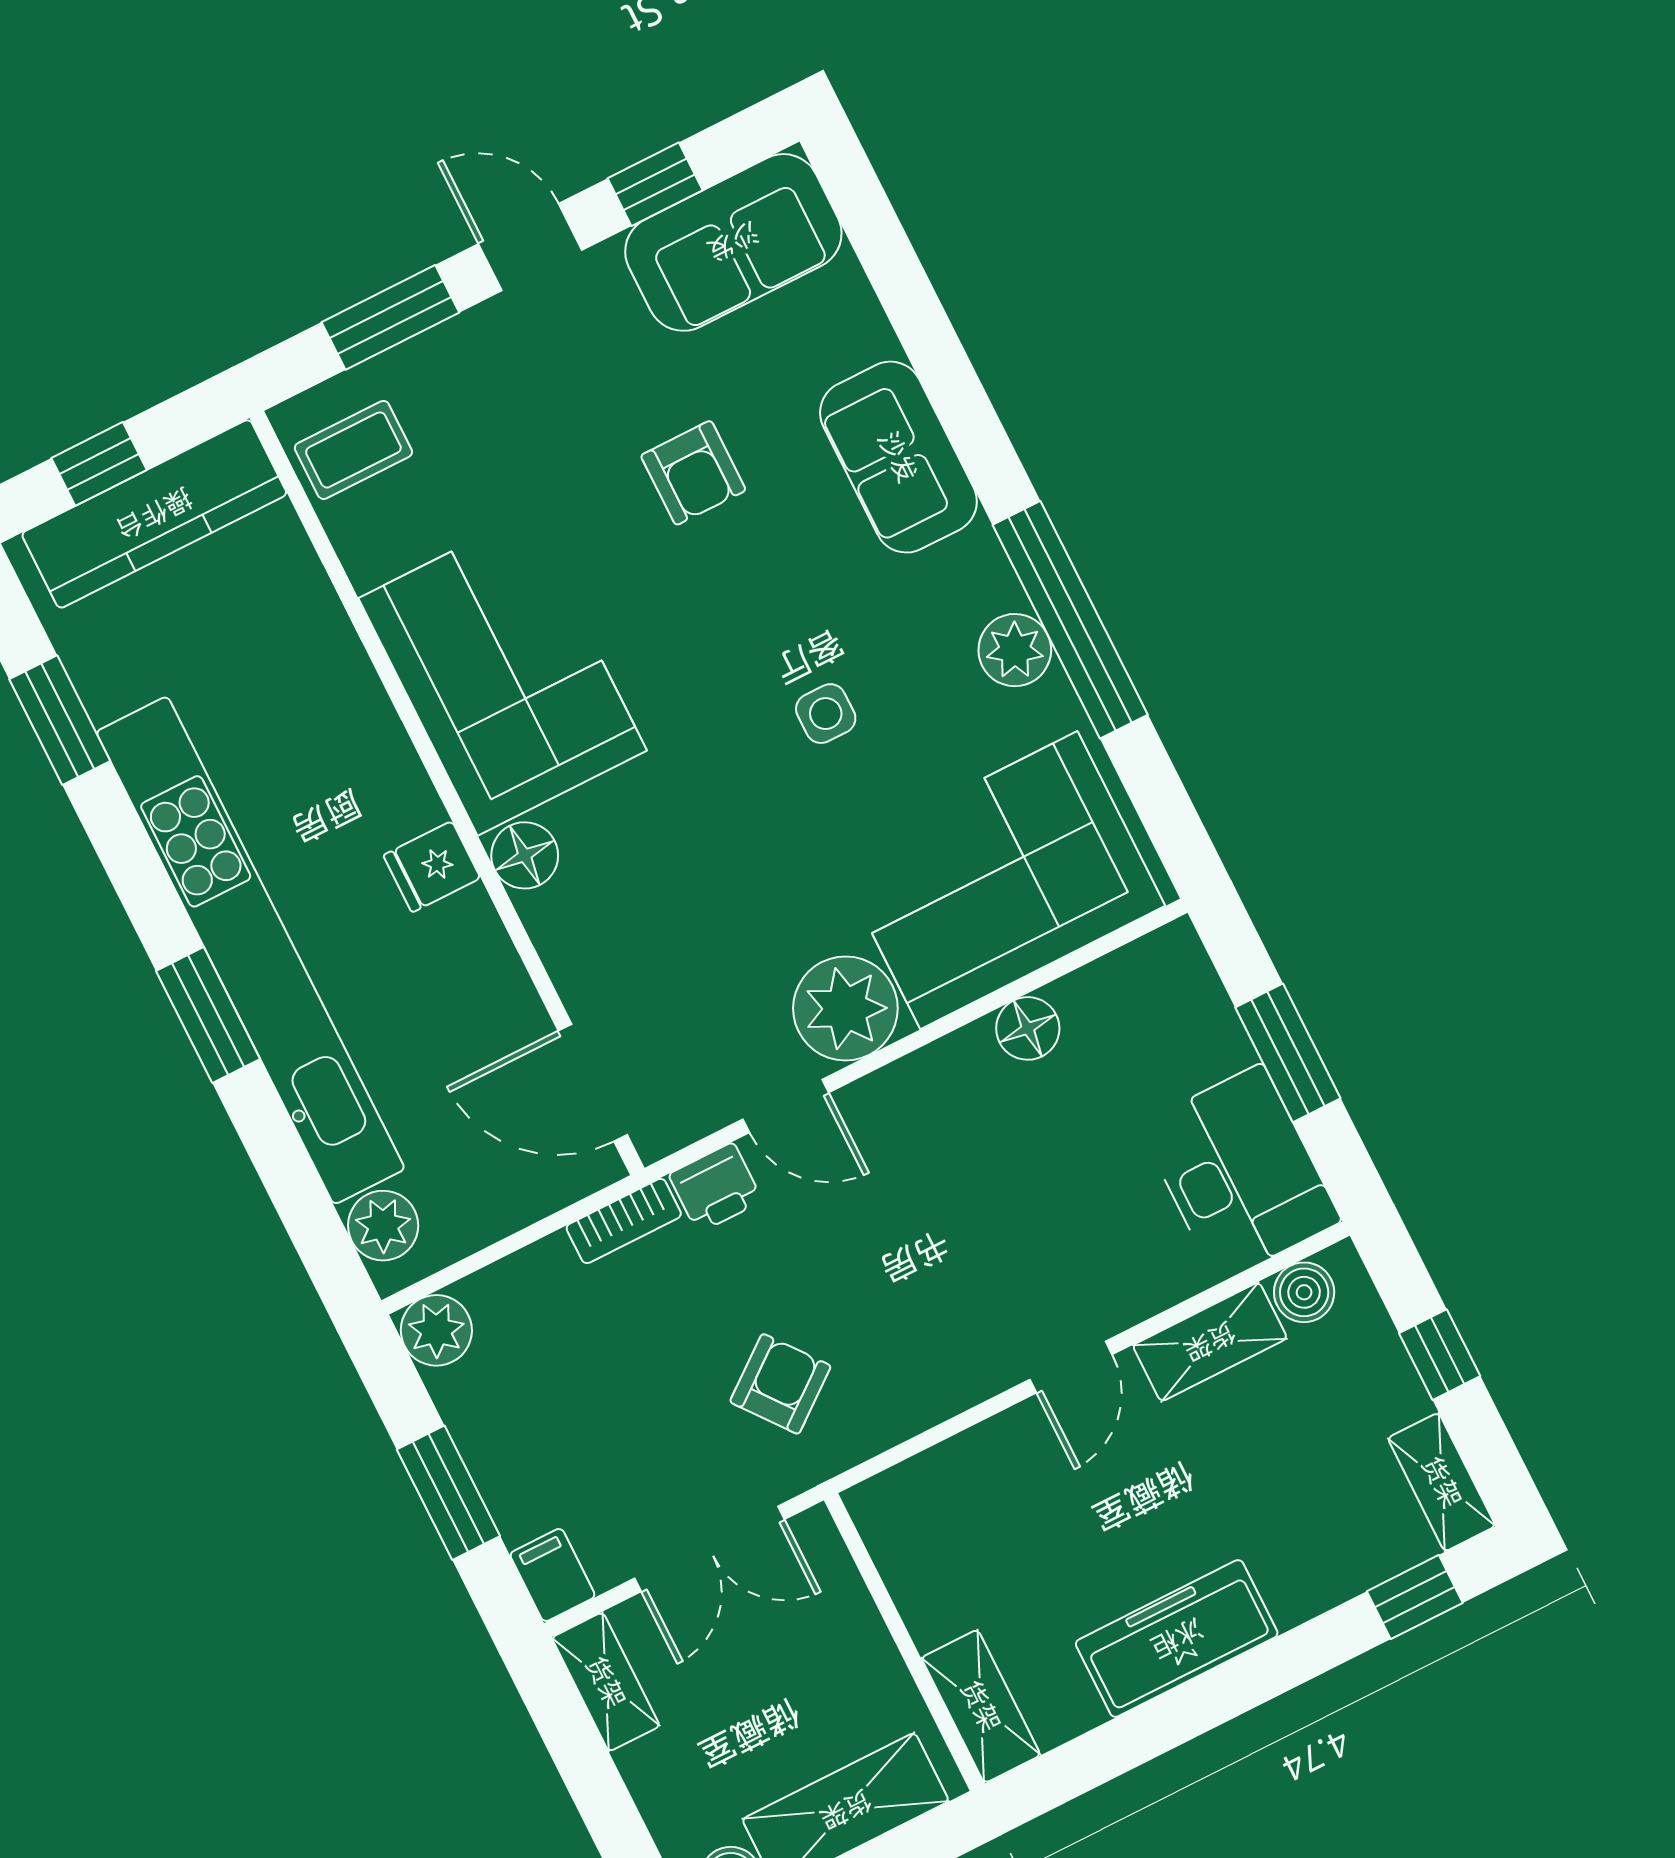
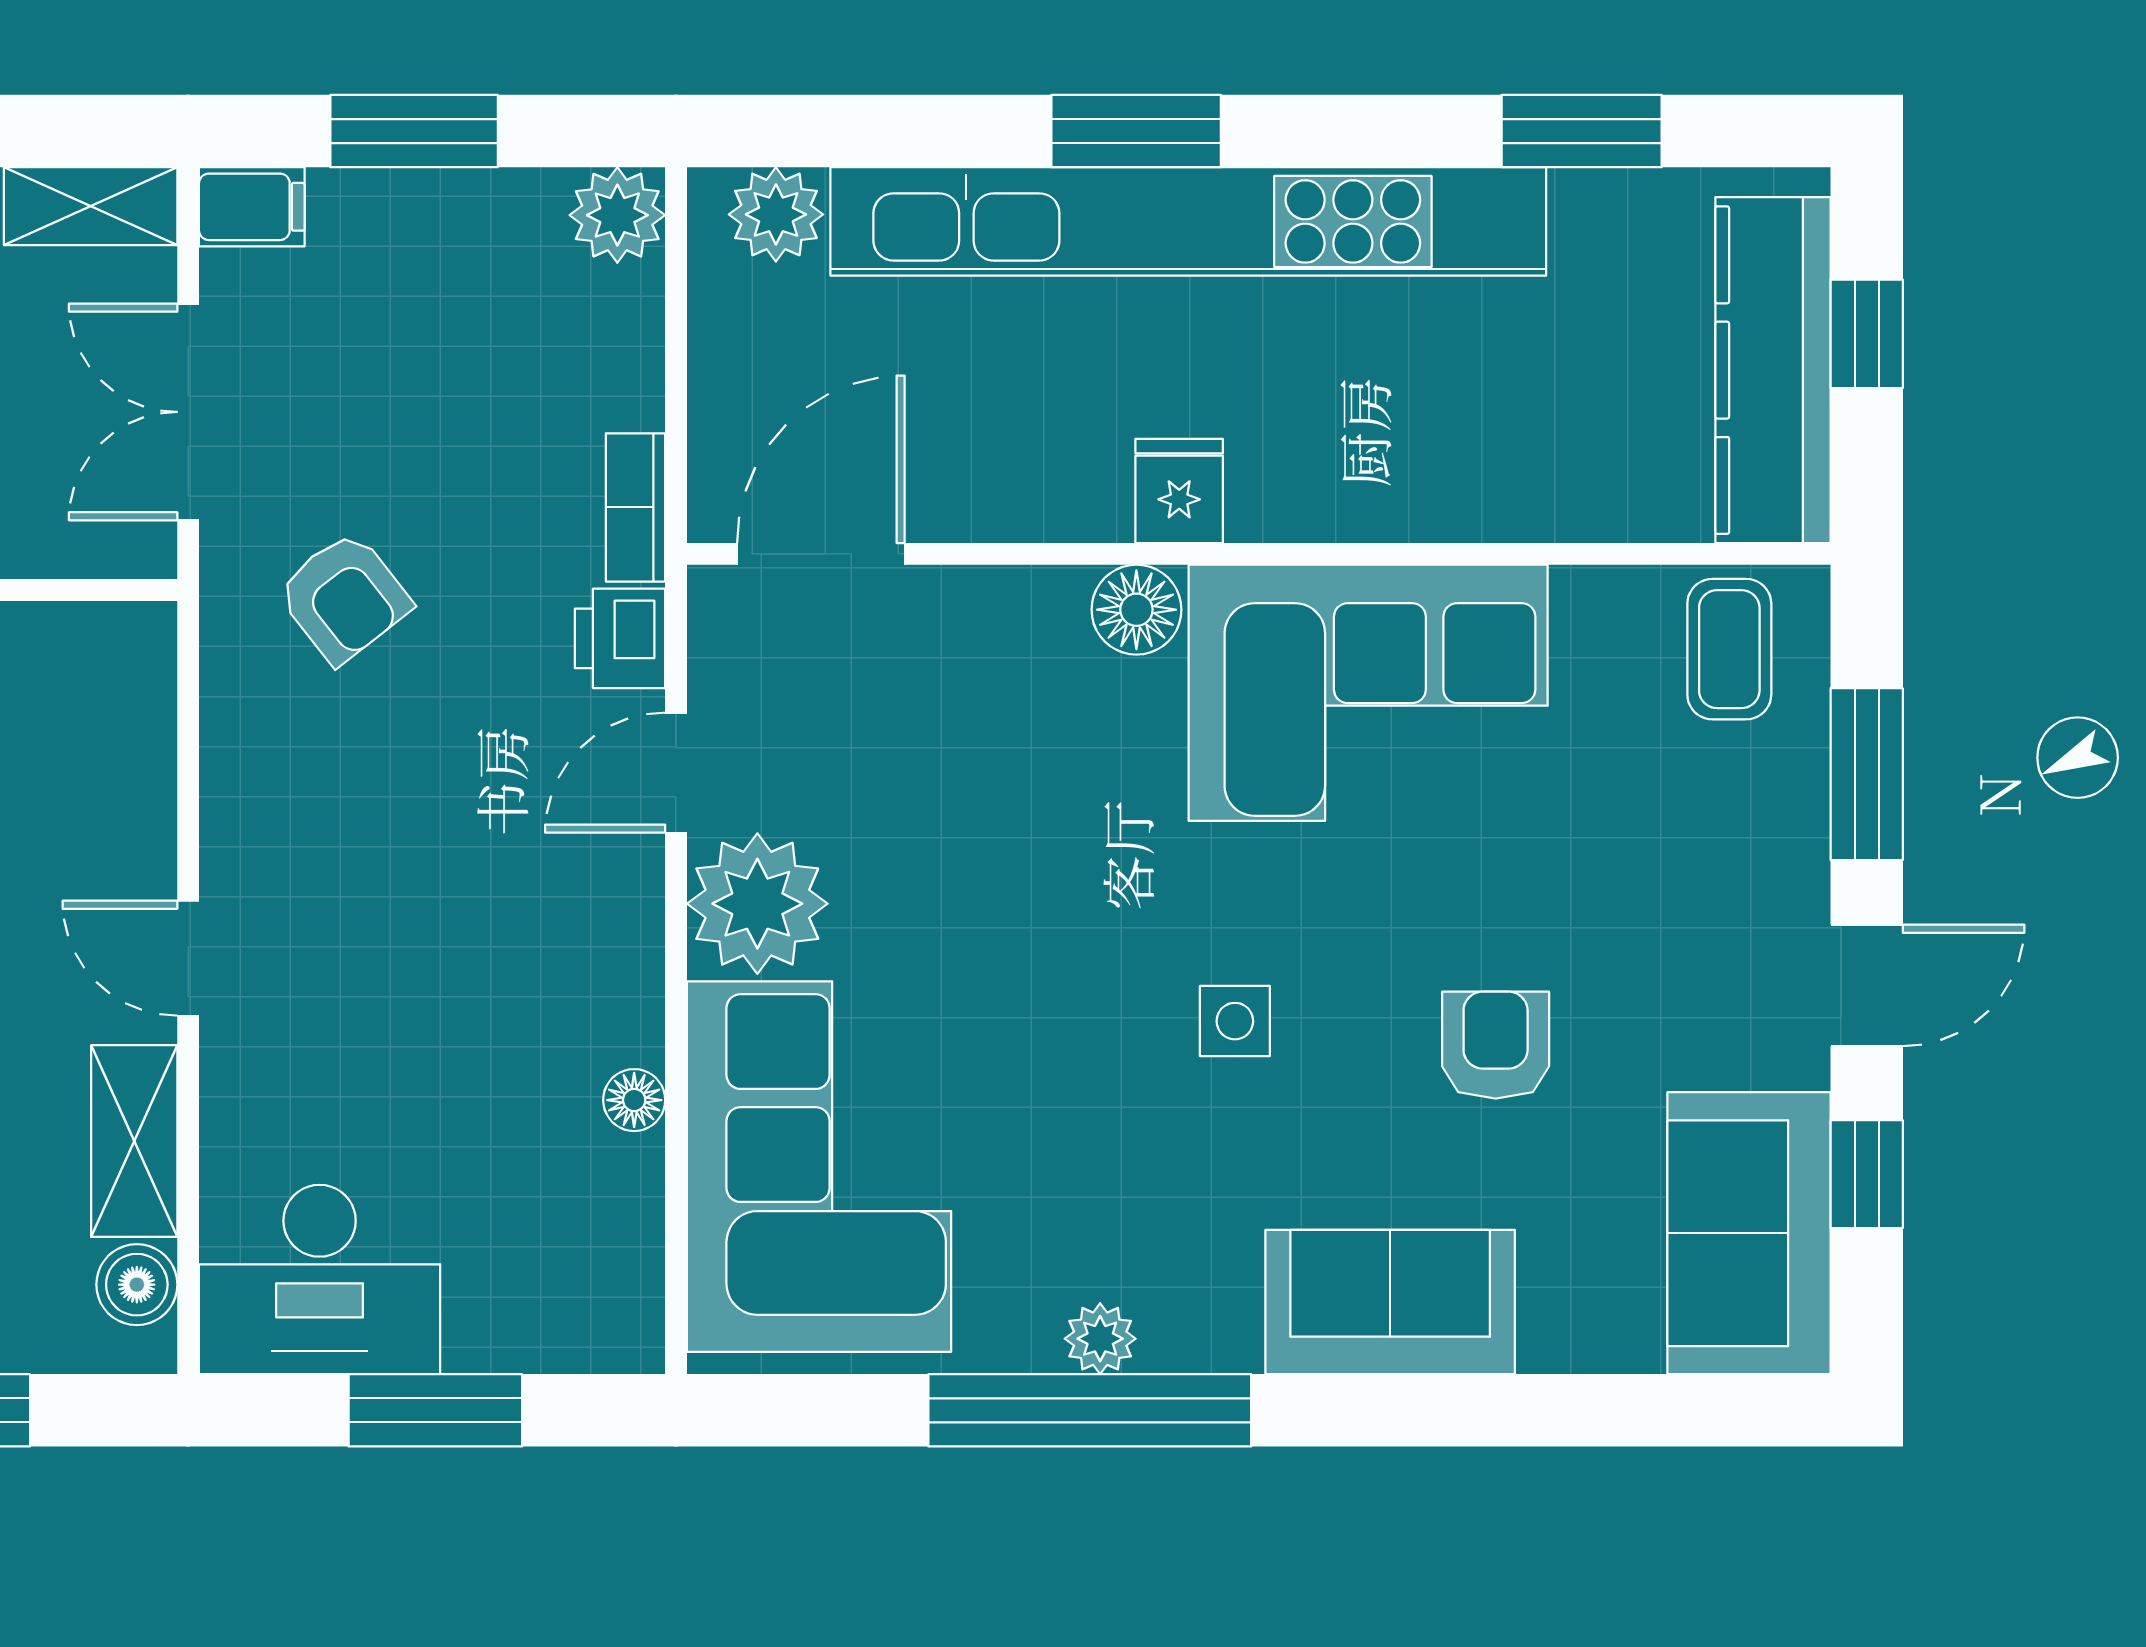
armchair: (693, 473) -> (1496, 1045), turned 90
plant: (1015, 650) -> (1100, 1339), width x0.73, depth x0.73
side table: (826, 714) -> (1235, 1021), moved
floor lamp: (1028, 1028) -> (634, 1100), width x0.73, depth x0.73

